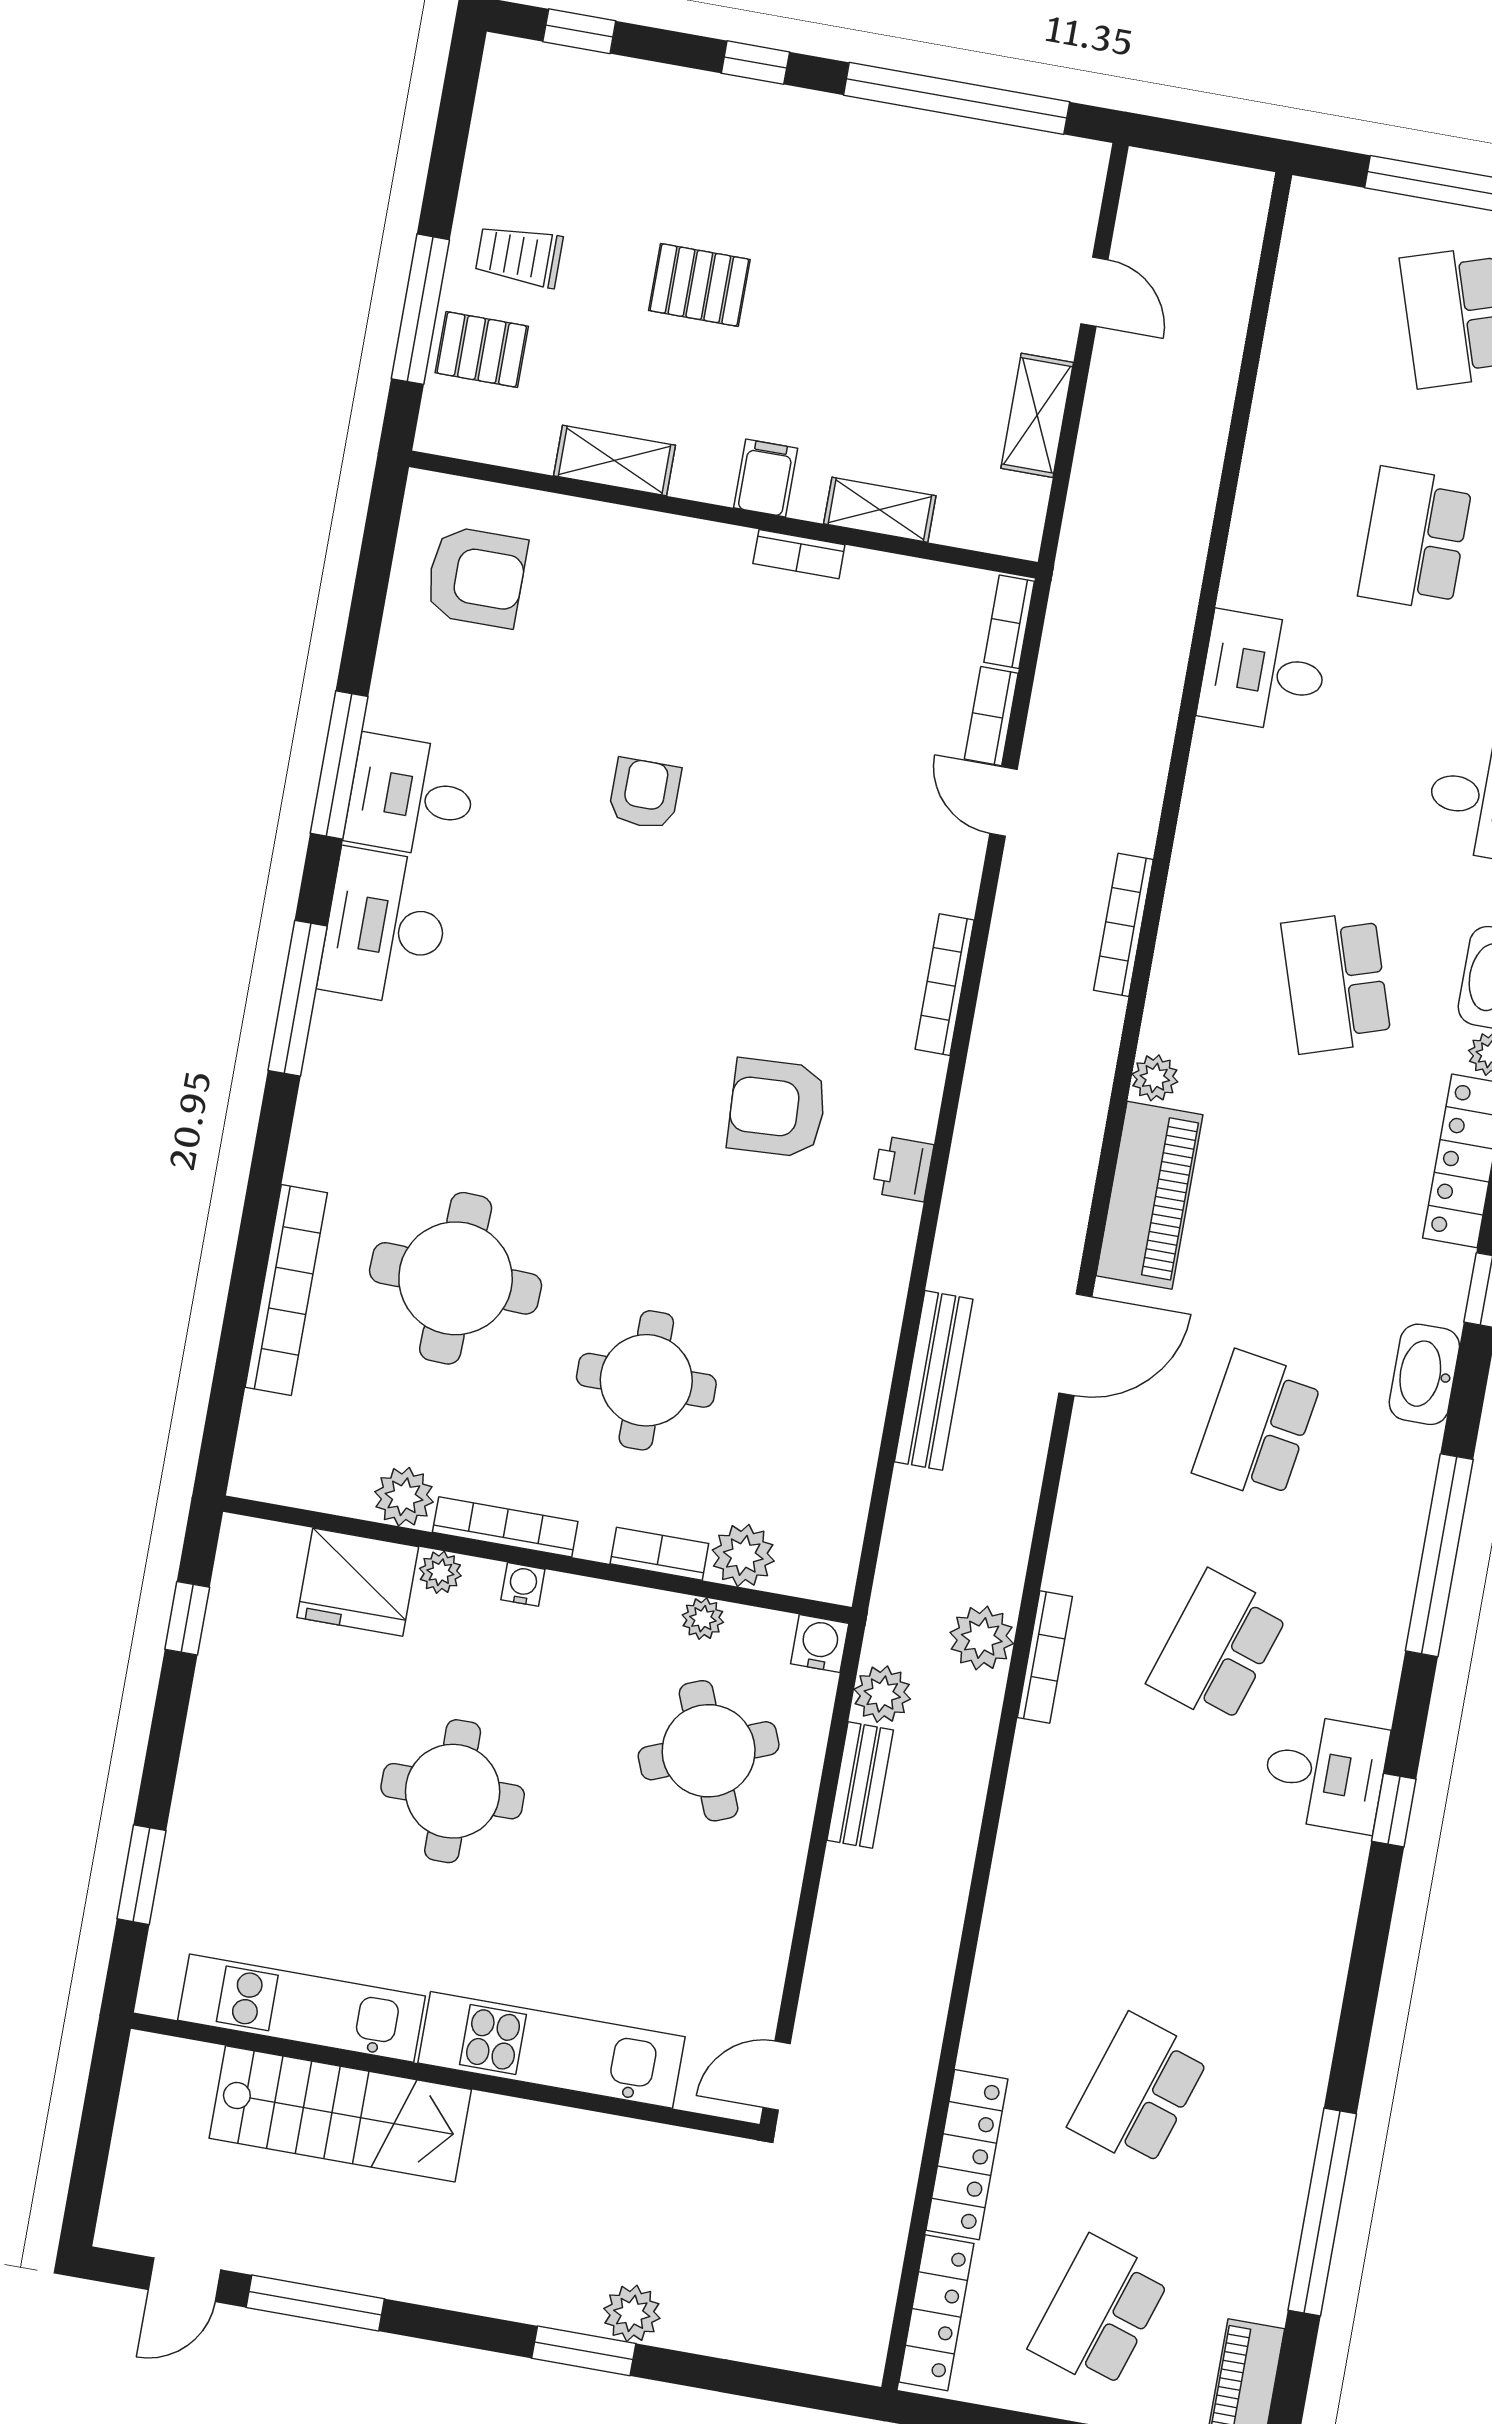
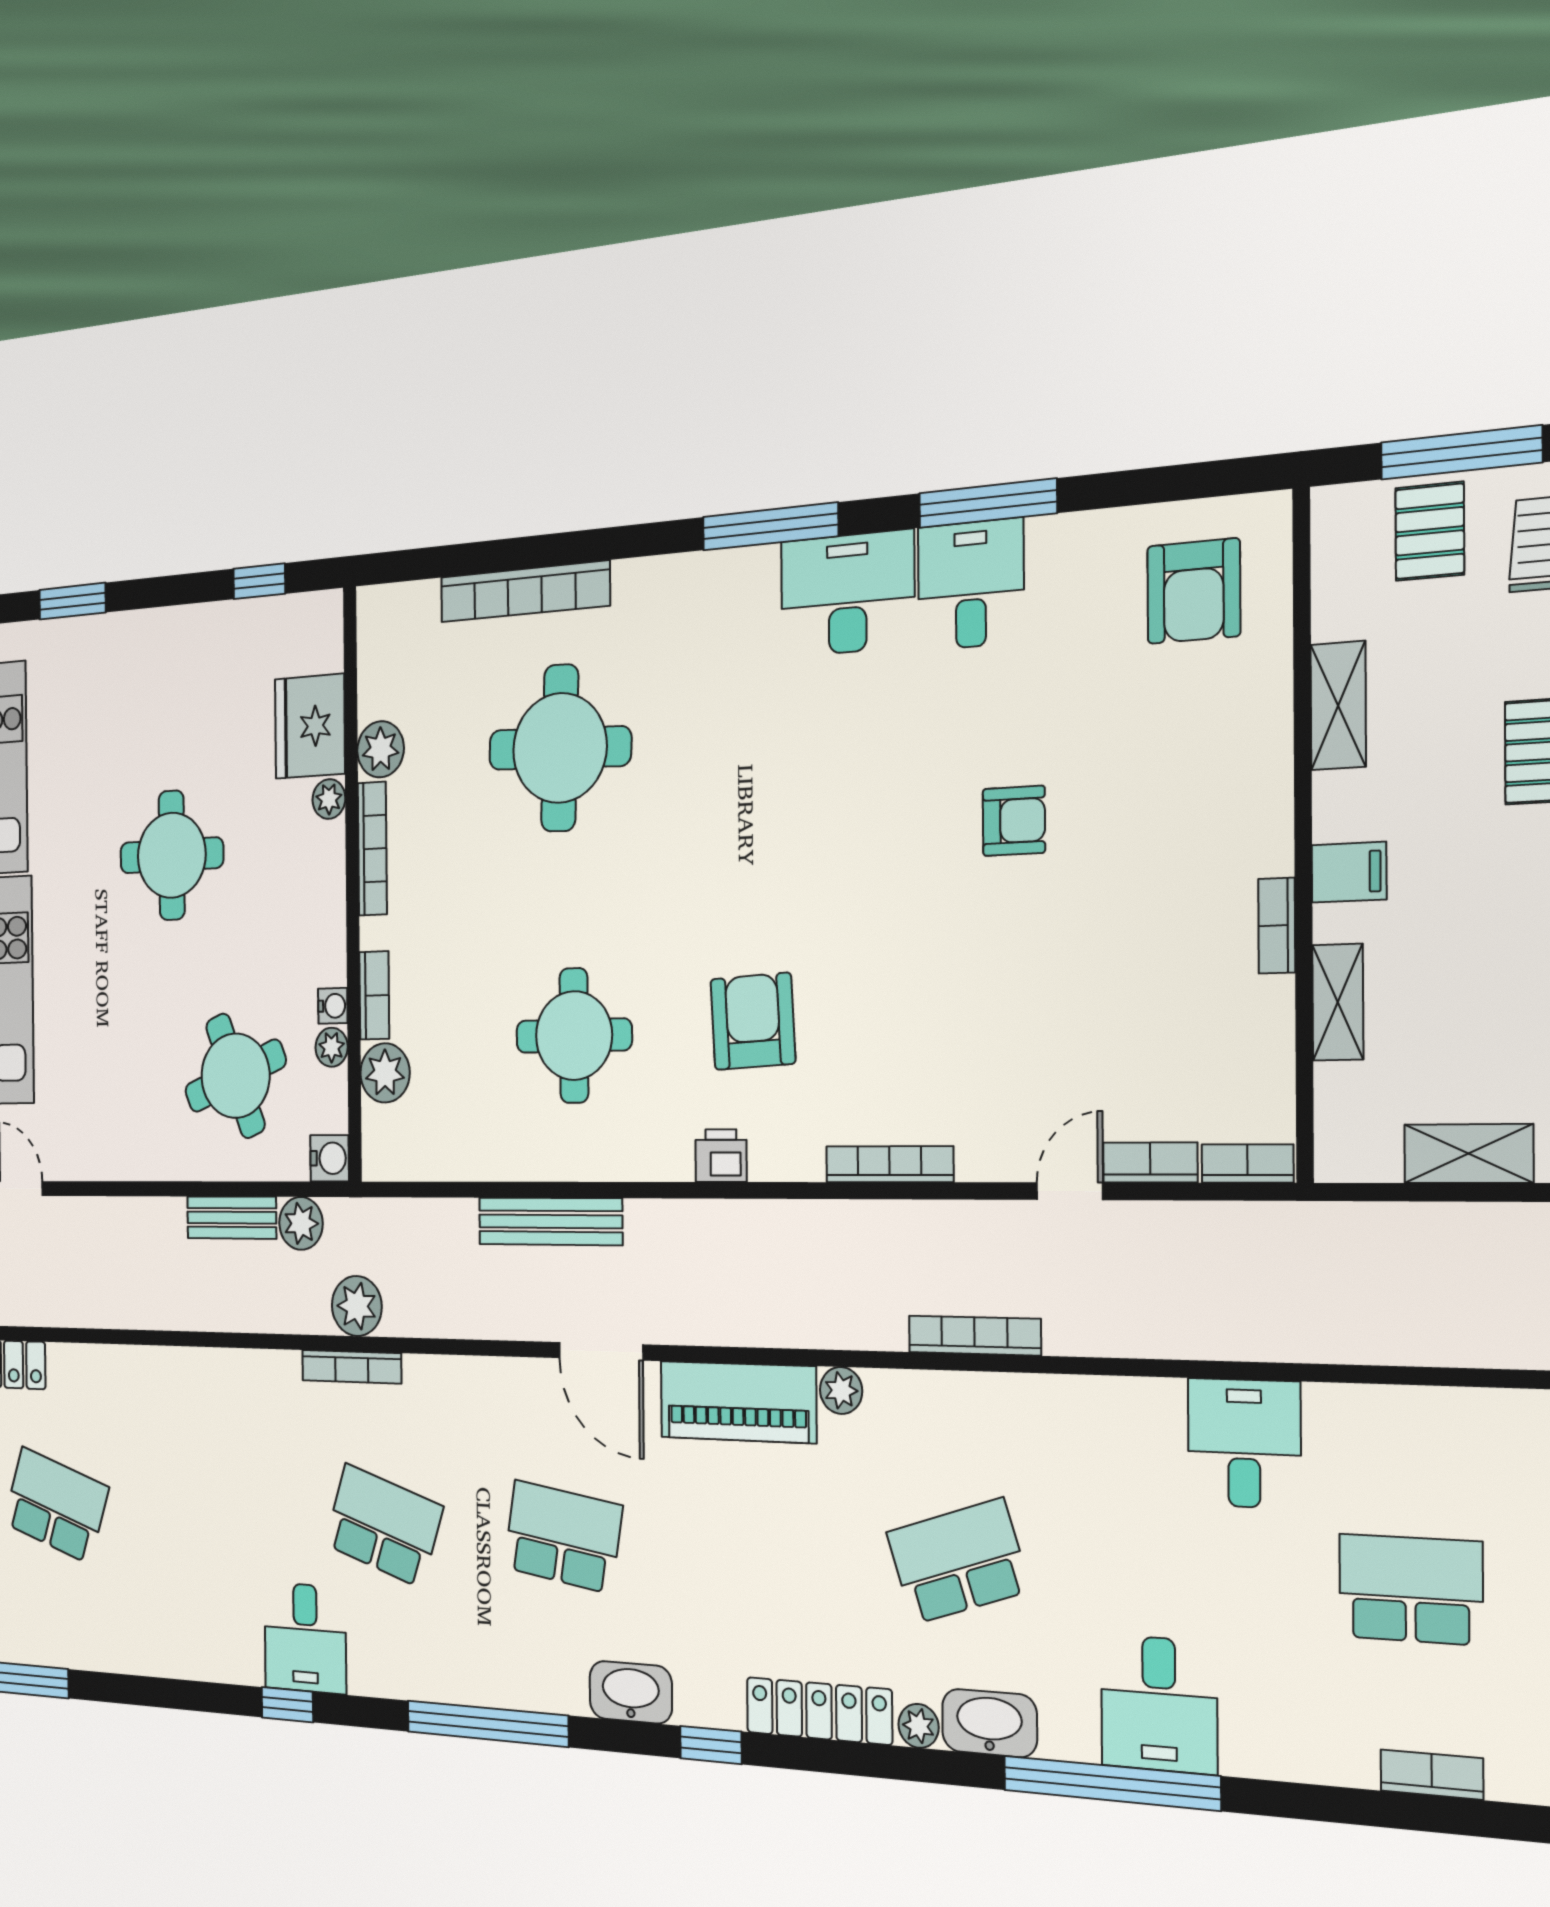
round table: (646, 1380) -> (574, 1036), moved
water cooler: (523, 1584) -> (333, 1006), moved

